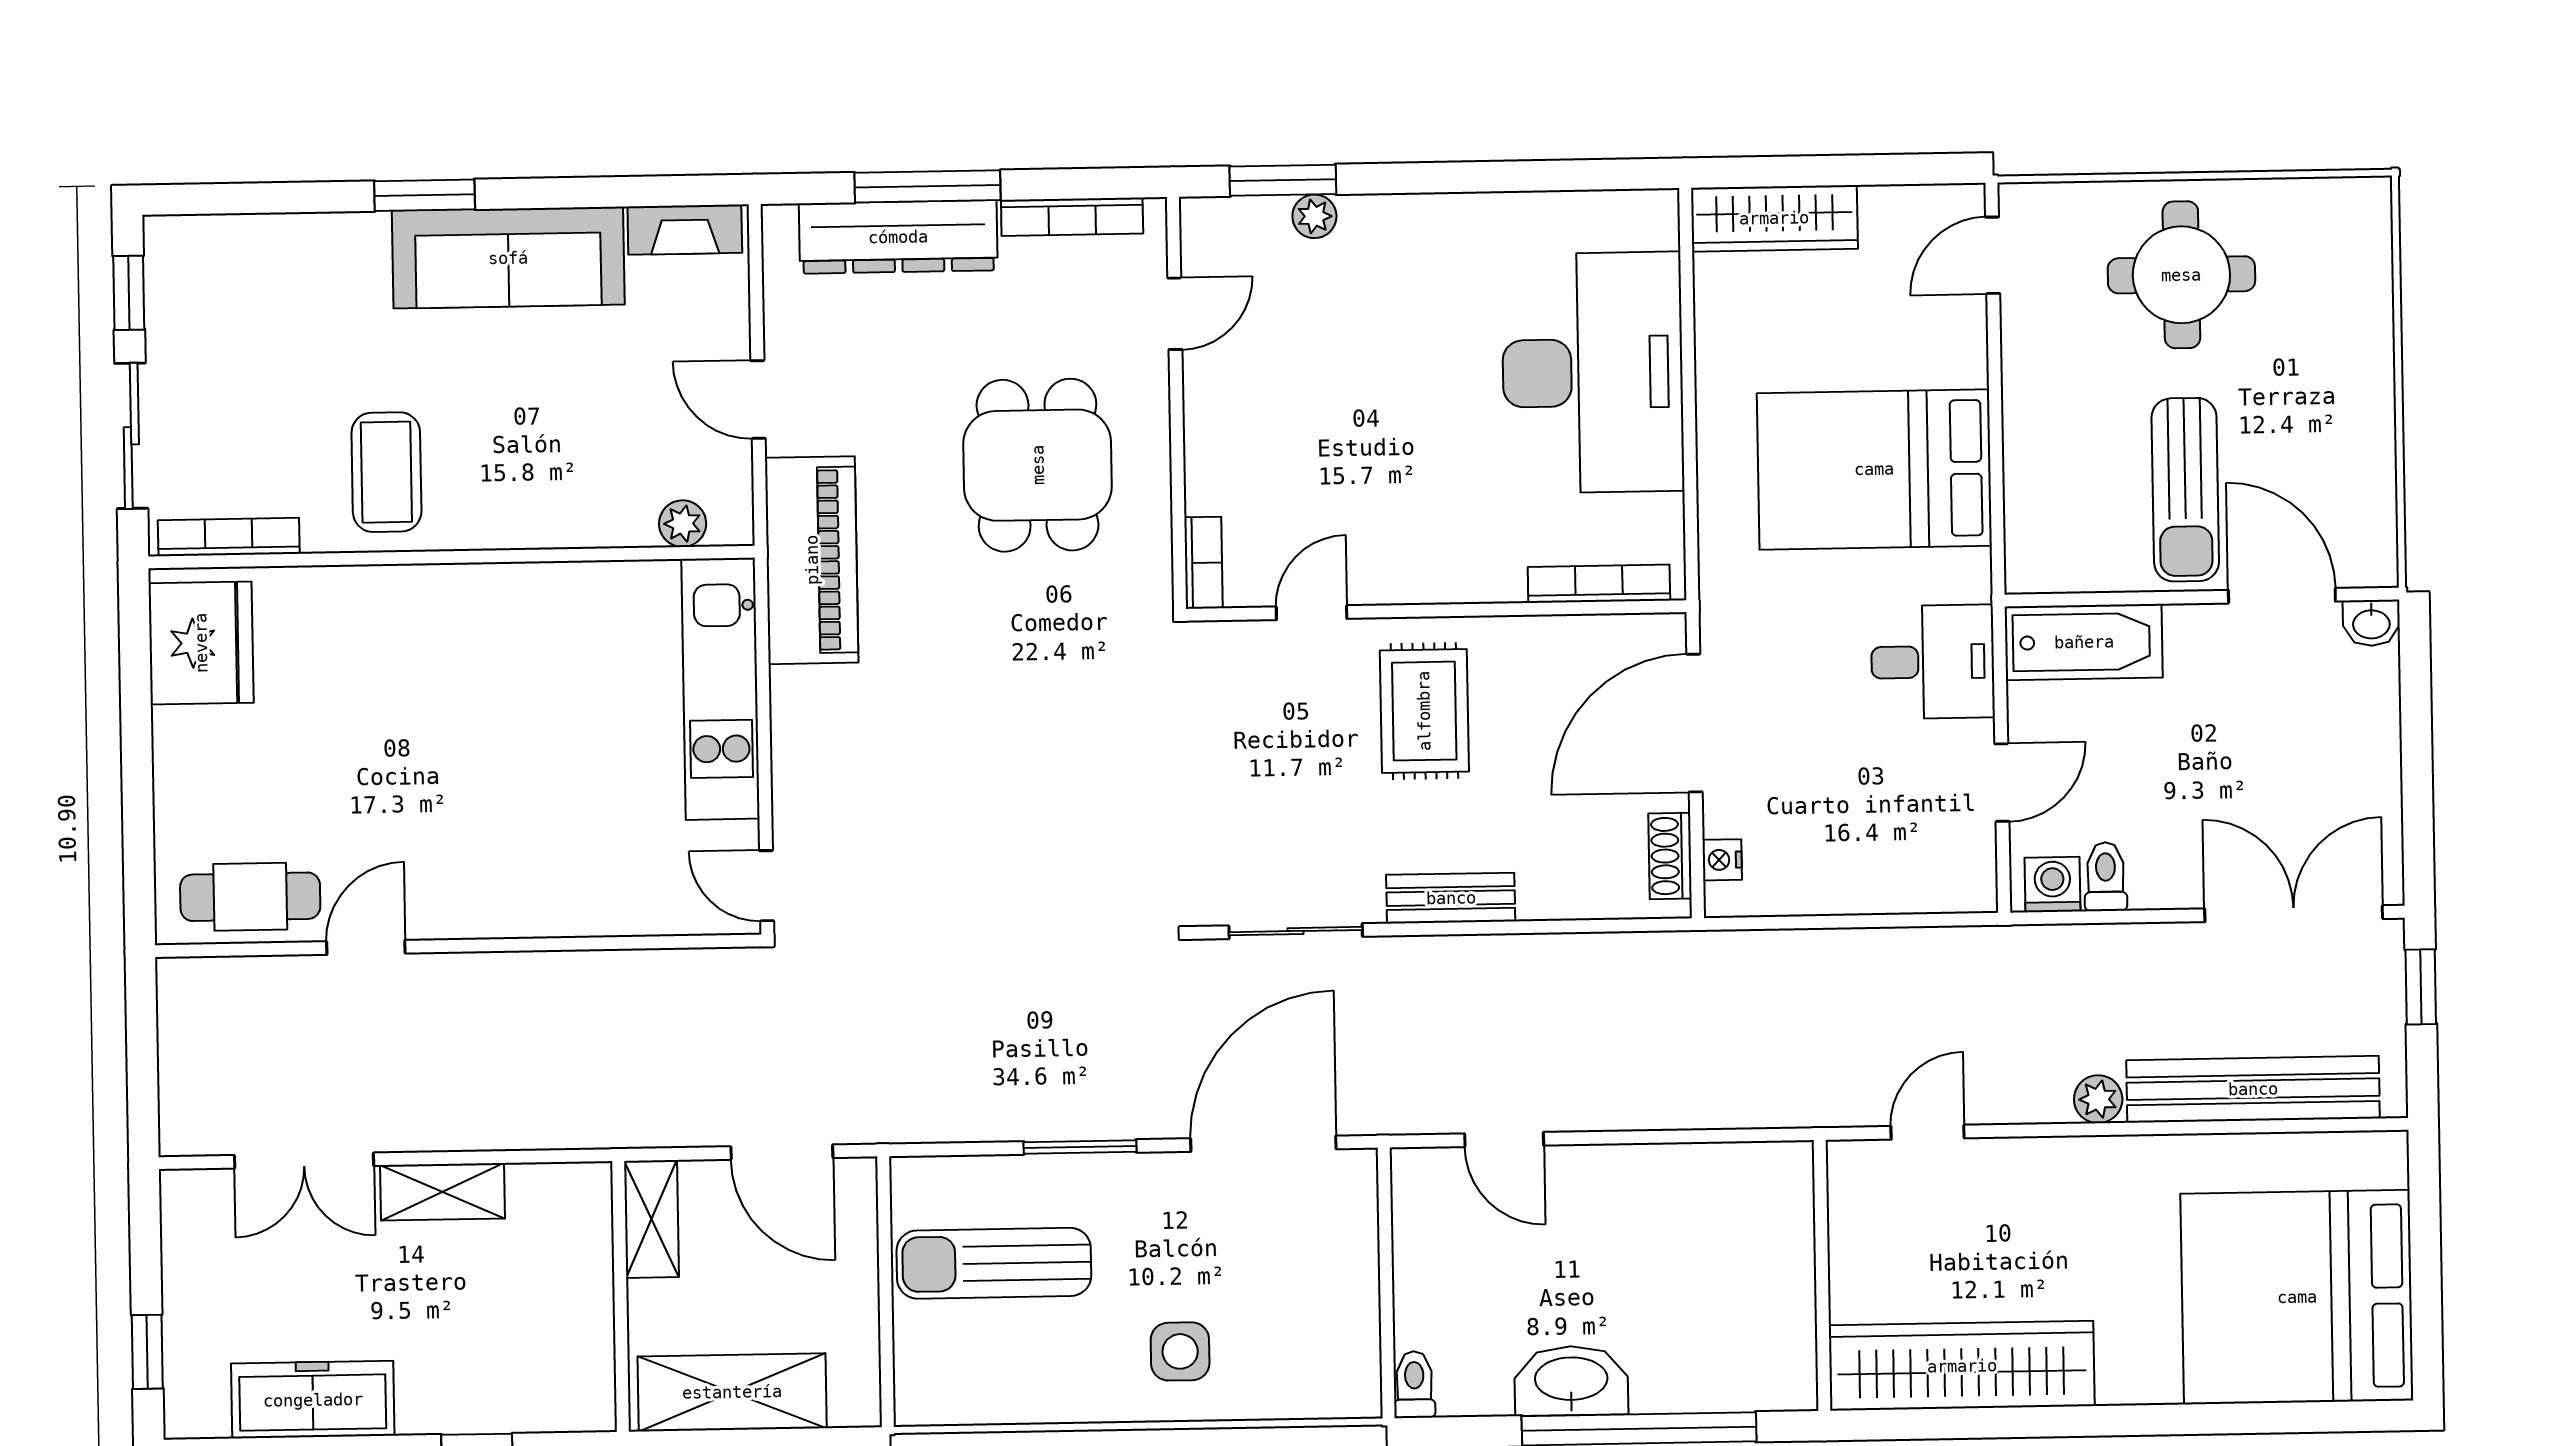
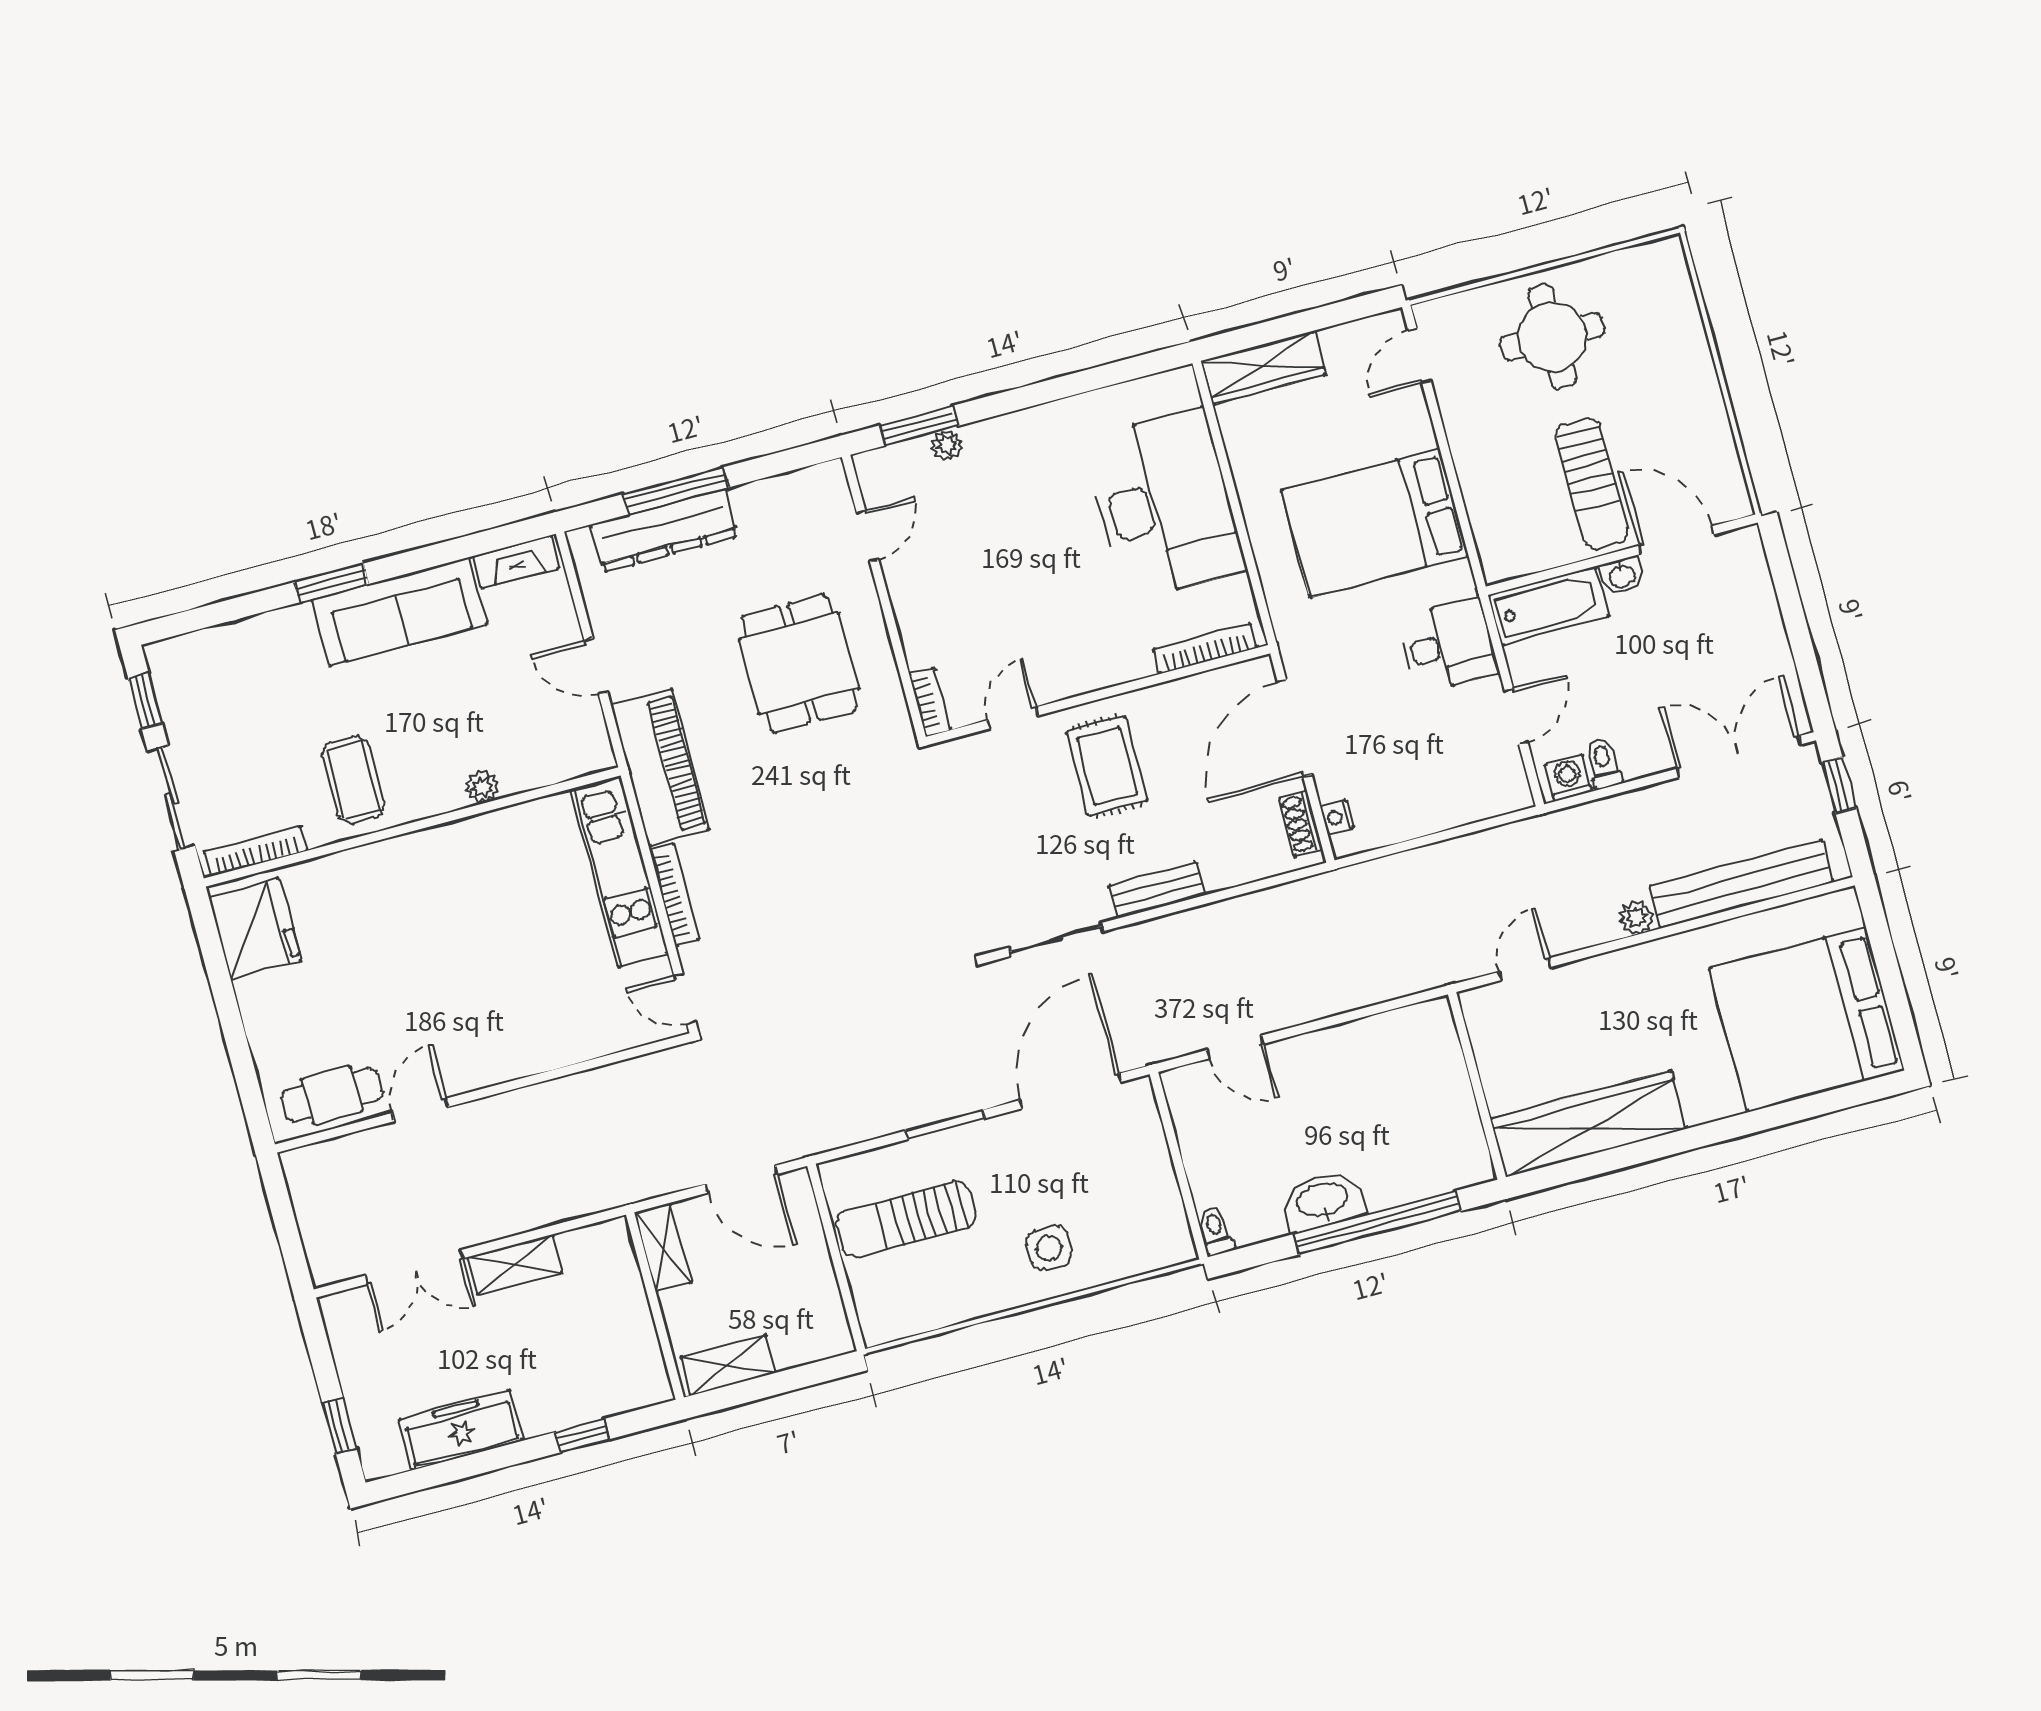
bookcase: (1072, 217) -> (675, 895), moved, turned -90
plant: (683, 524) -> (482, 787), moved
washbasin: (2371, 623) -> (1622, 576), moved
shelving: (732, 1392) -> (728, 1365), width x0.67, depth x0.75

